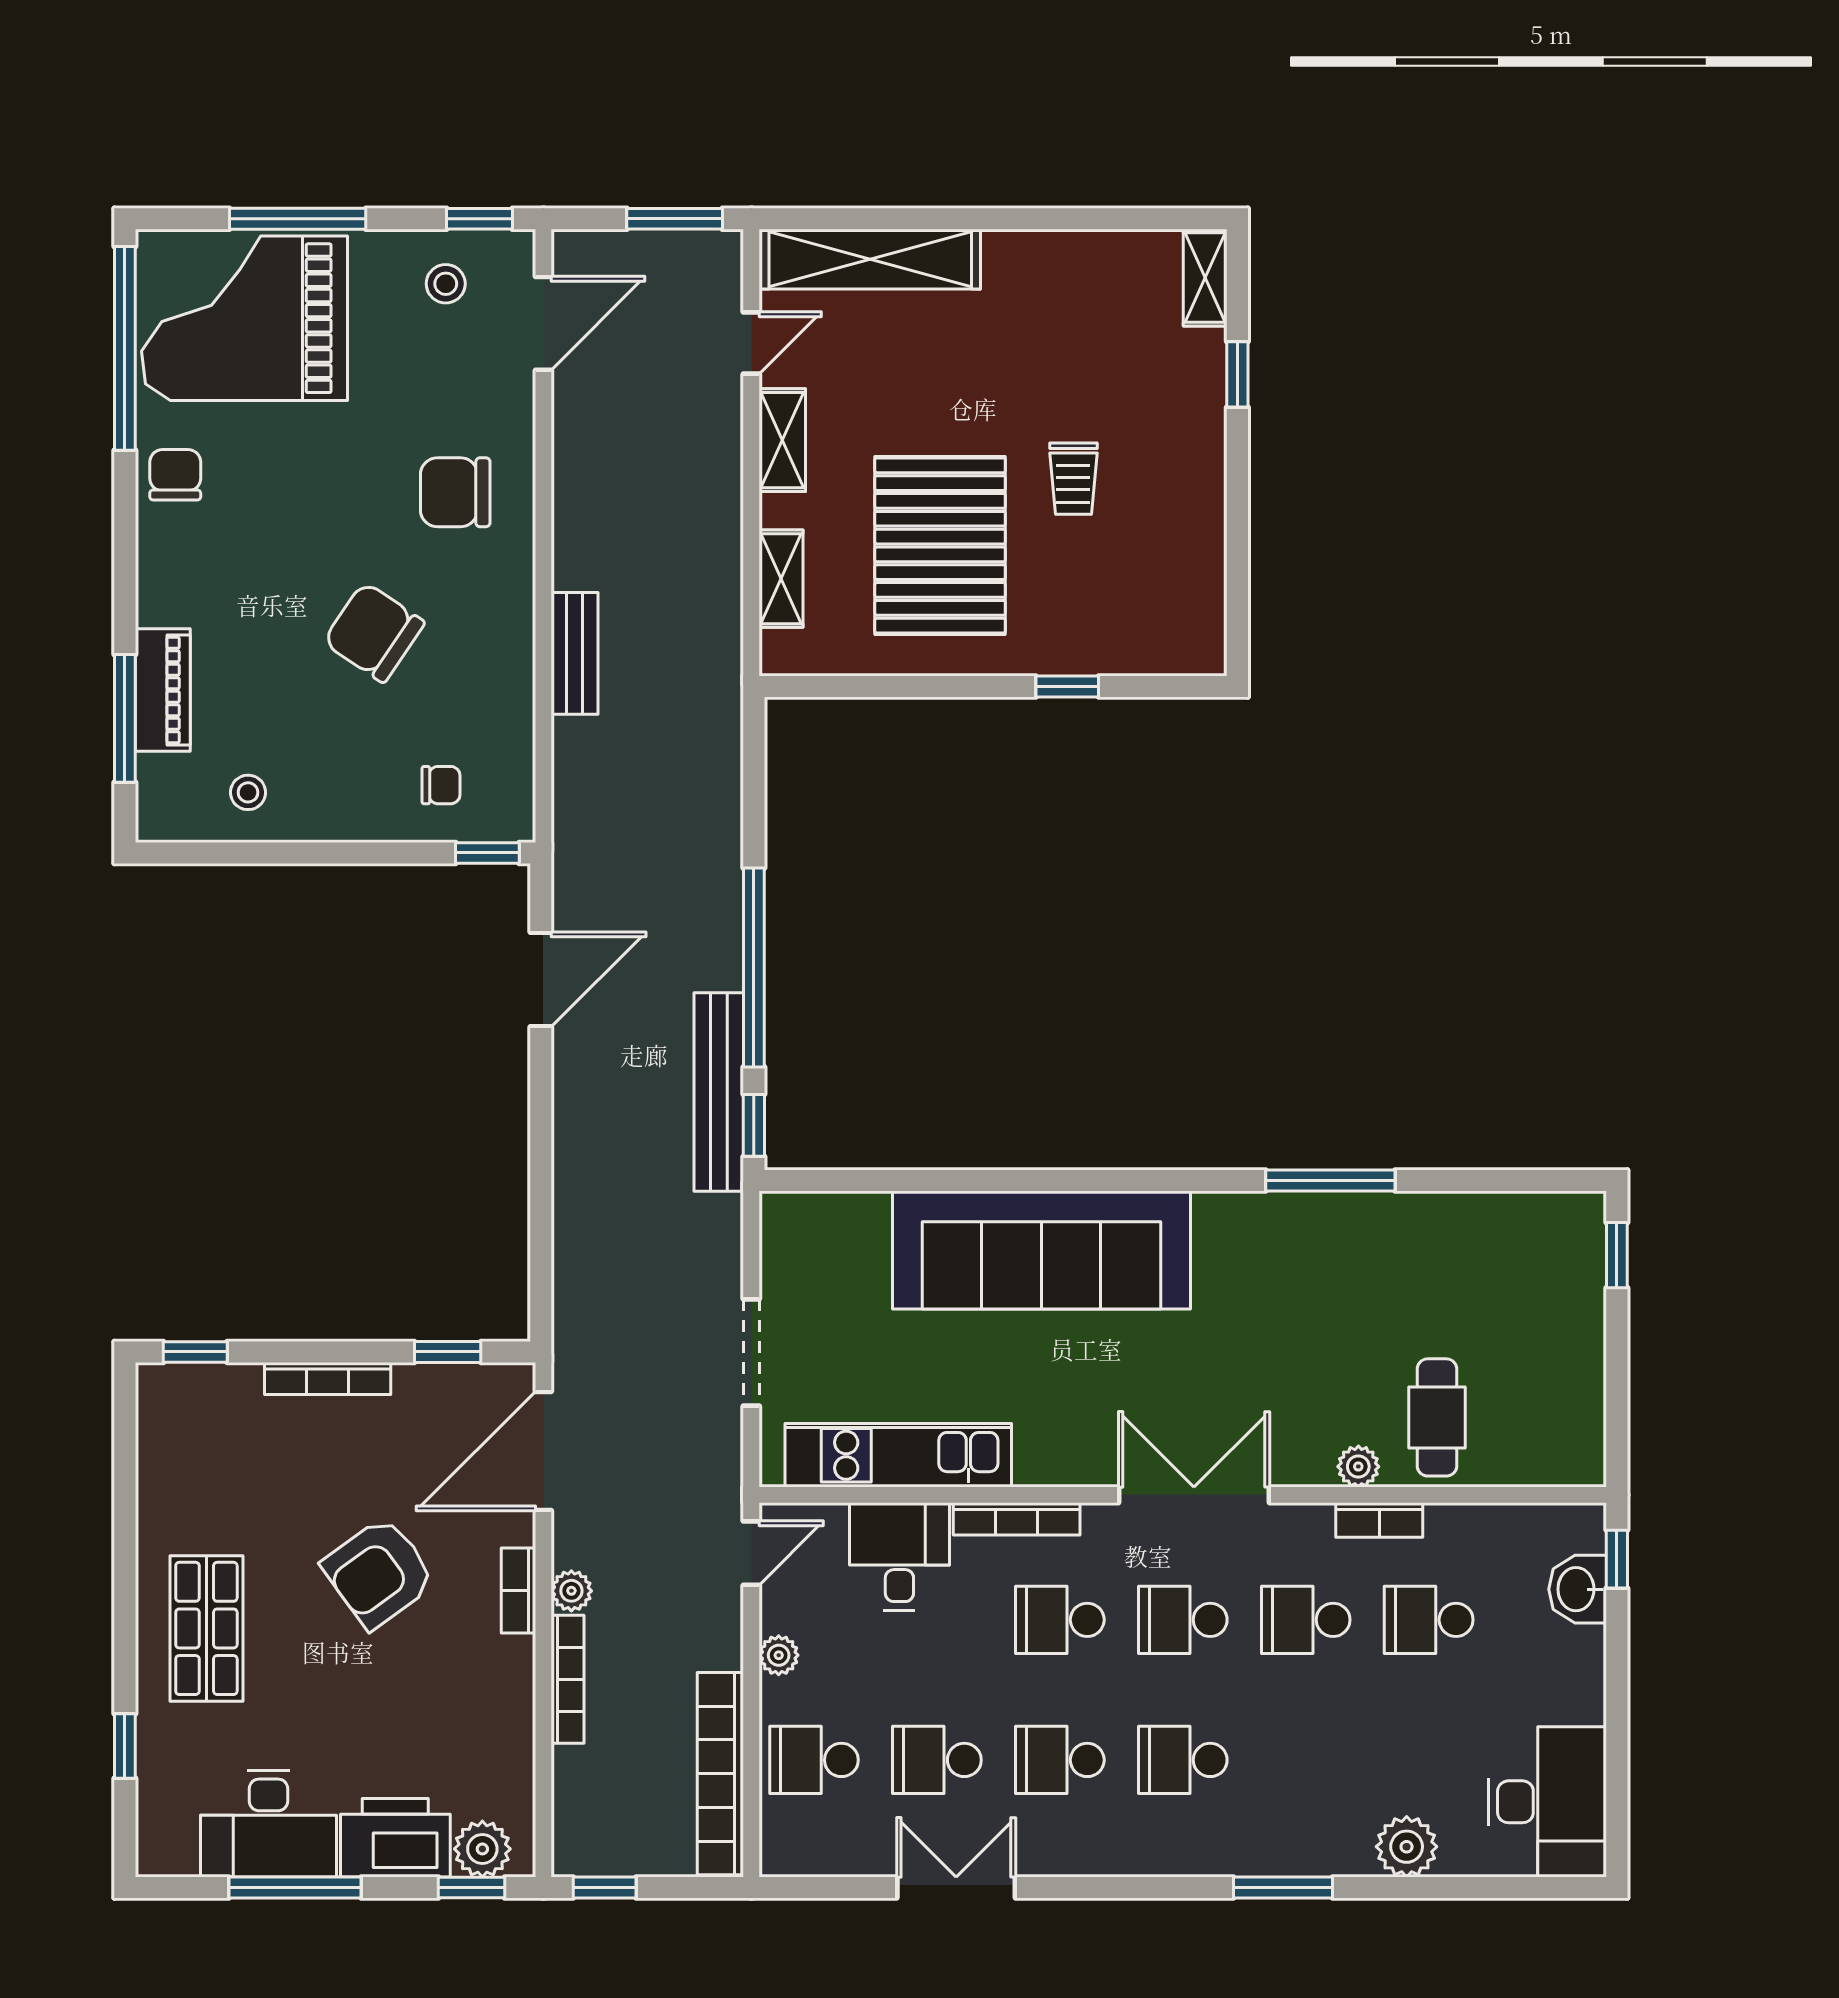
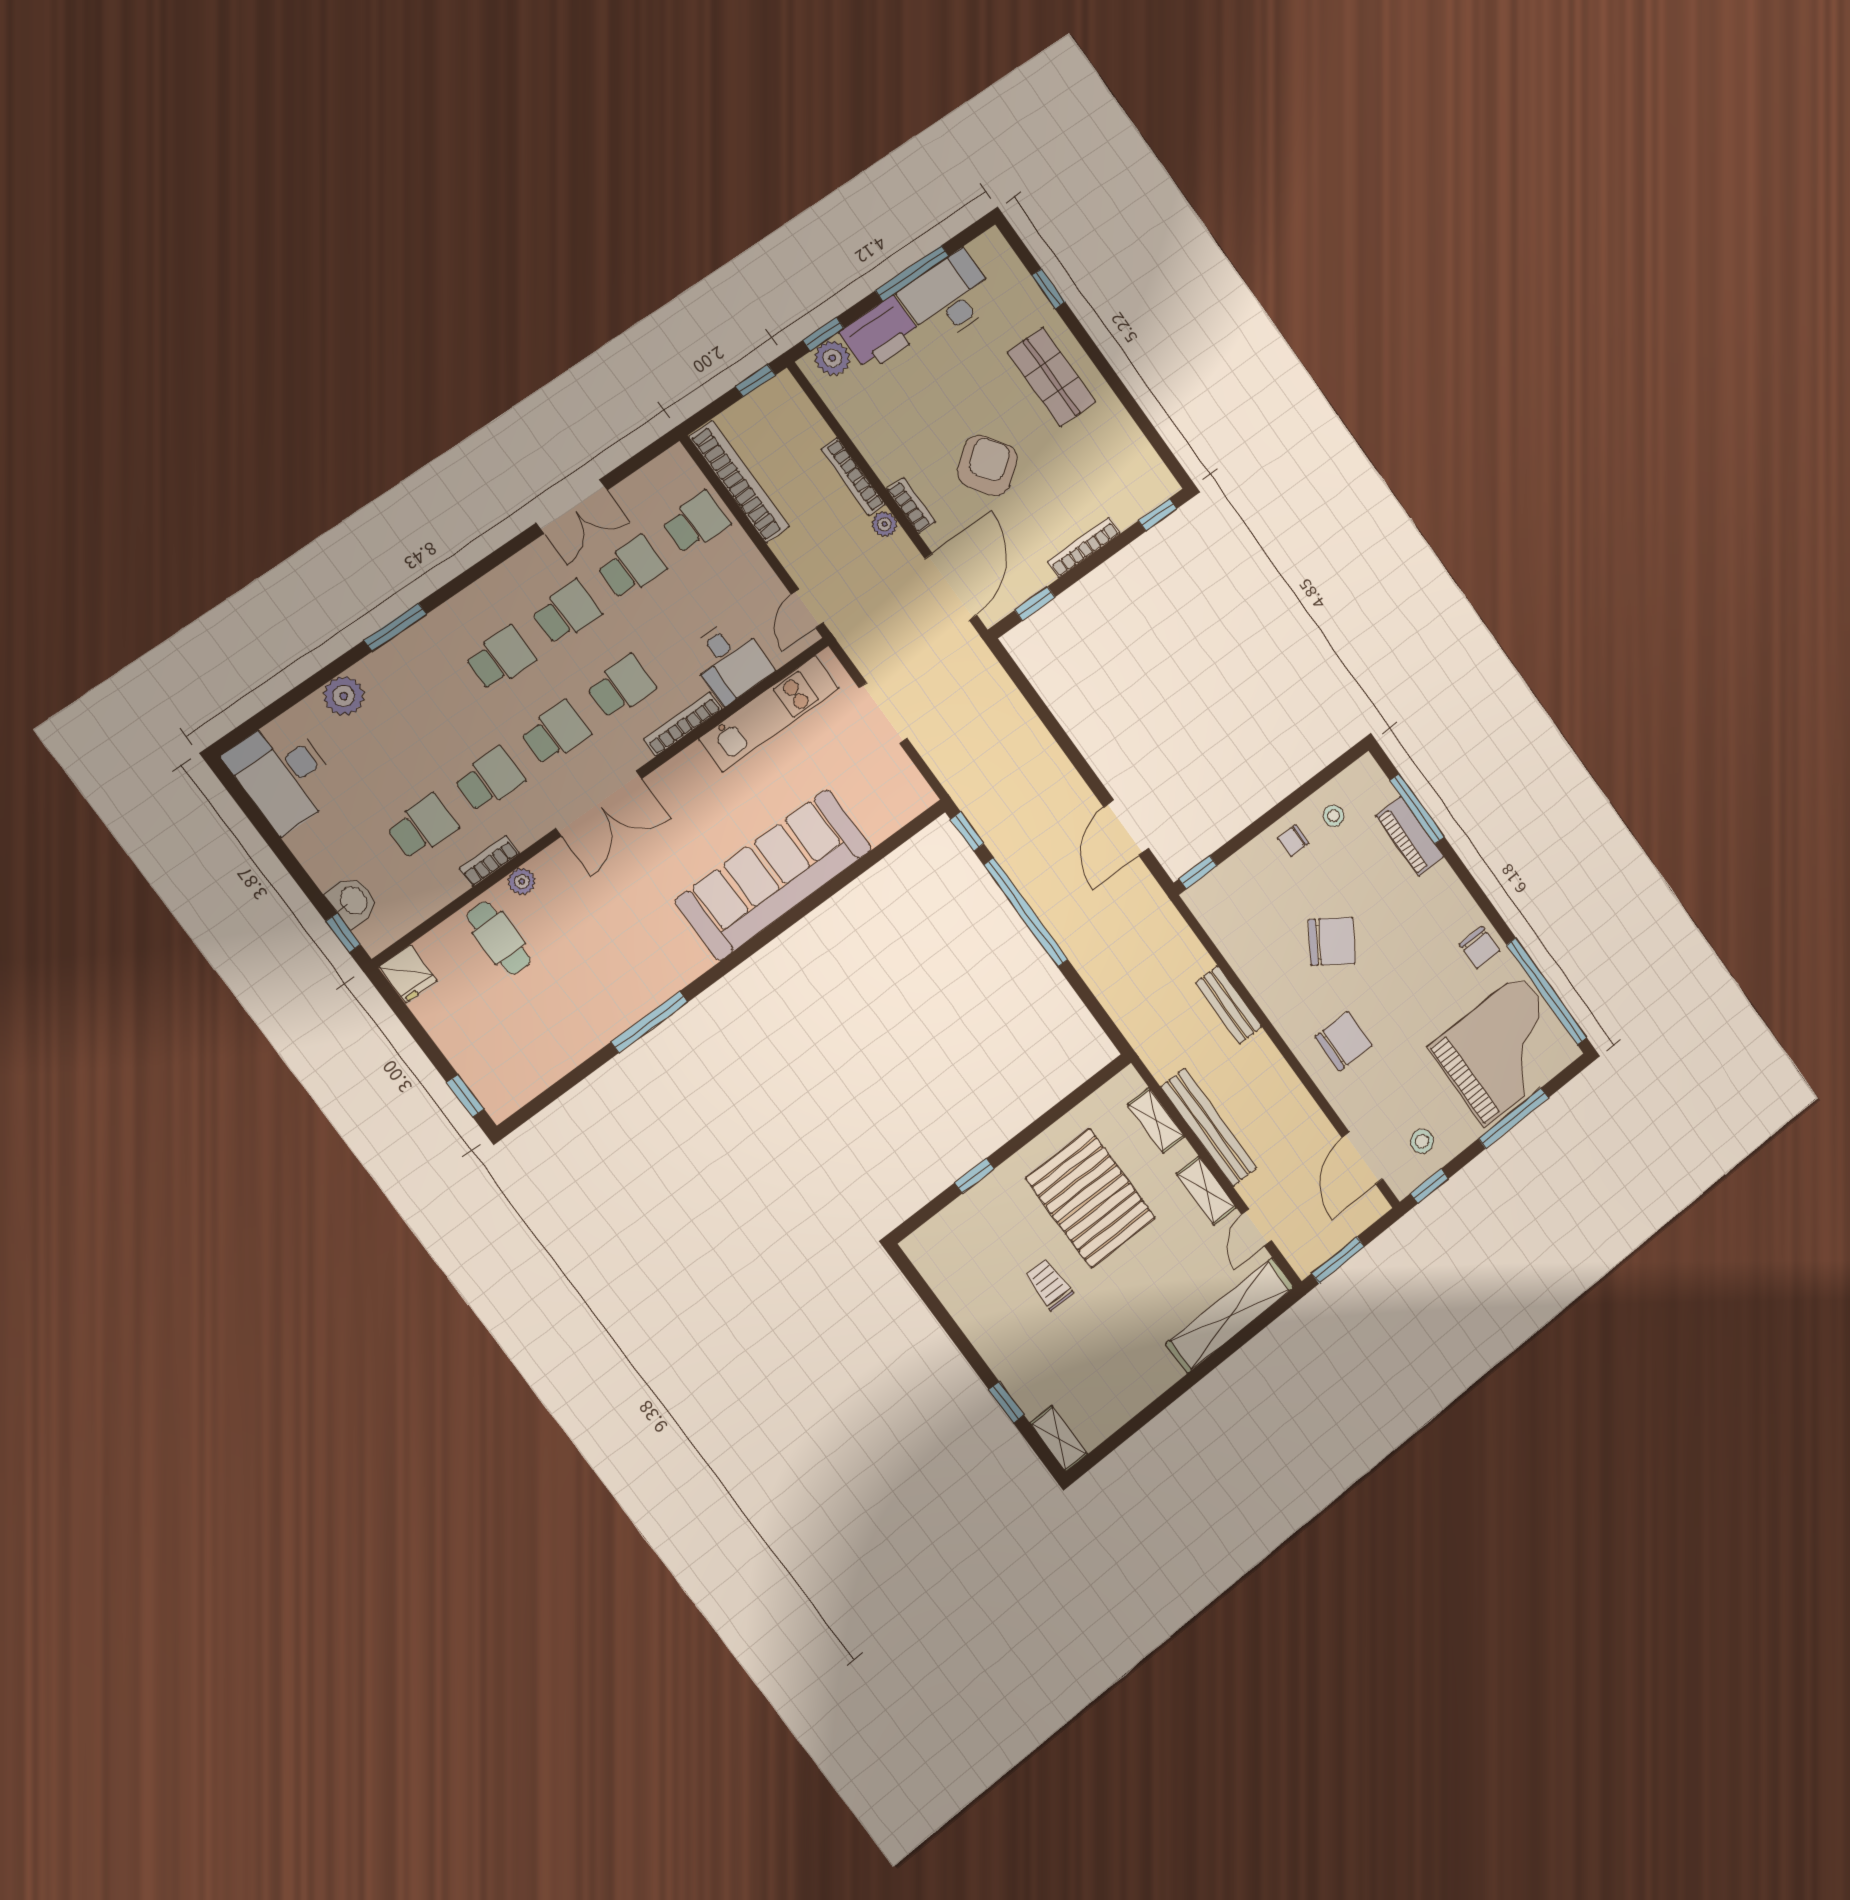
chair: (441, 785) -> (1293, 841), moved
bench: (719, 1092) -> (1209, 1127), moved
fridge: (1577, 1453) -> (408, 974), added
plant: (779, 1655) -> (754, 565), removed

